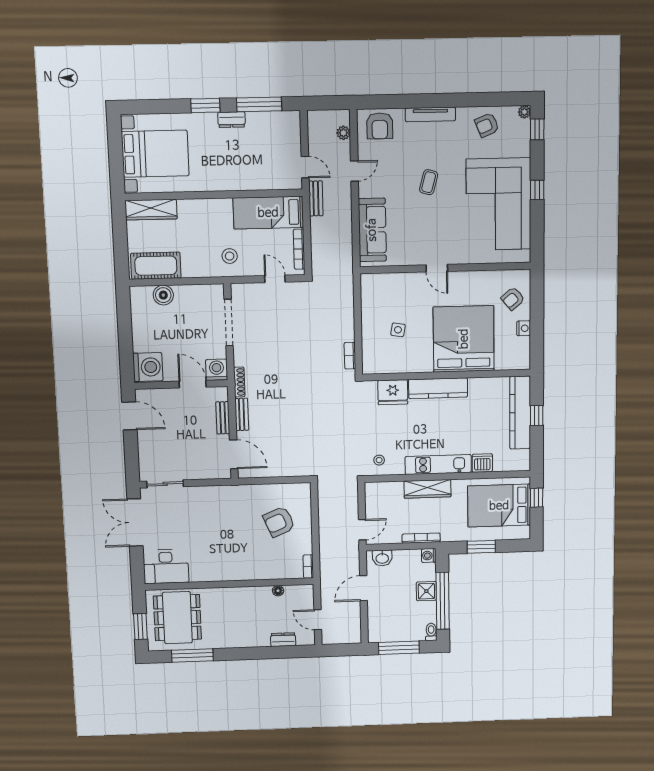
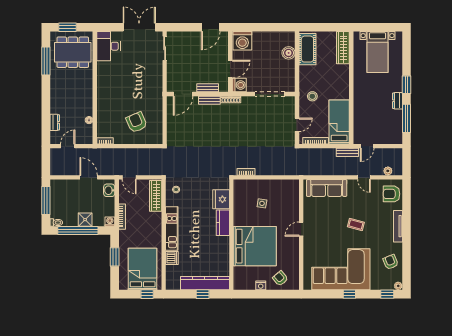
bed with nightstands: (155, 154) -> (378, 52), width x0.73
kitchen counter: (438, 388) -> (223, 223), width x0.67
wardrobe: (427, 489) -> (156, 196), moved

